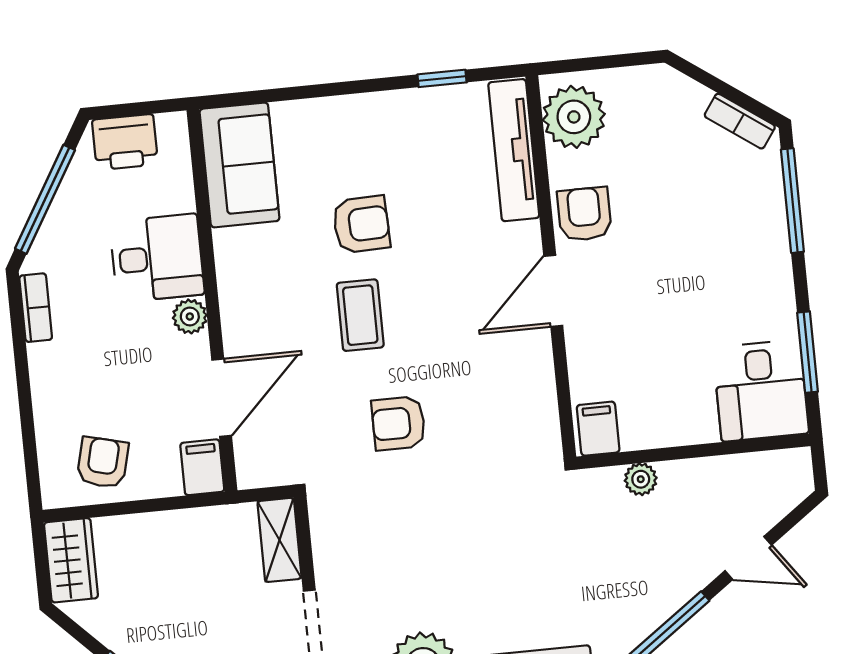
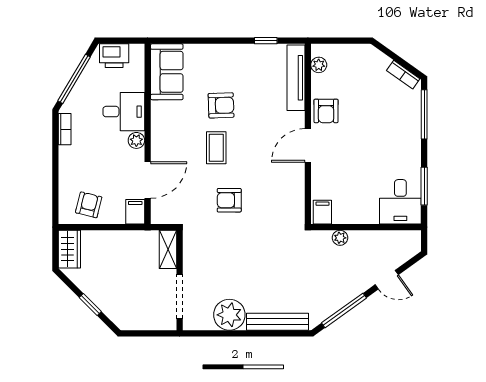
plant: (574, 117) -> (319, 65), width x0.53, depth x0.53
armchair: (584, 214) -> (326, 111), turned 180

